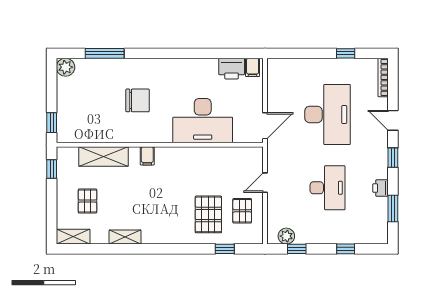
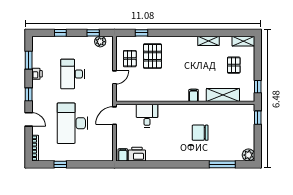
desk: (203, 121) -> (147, 116), width x0.53, depth x0.77

